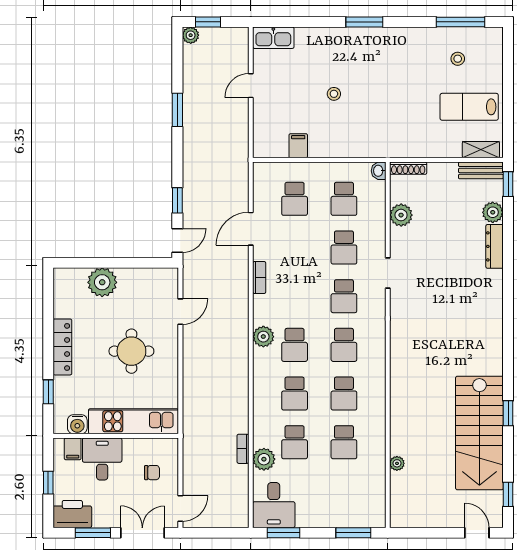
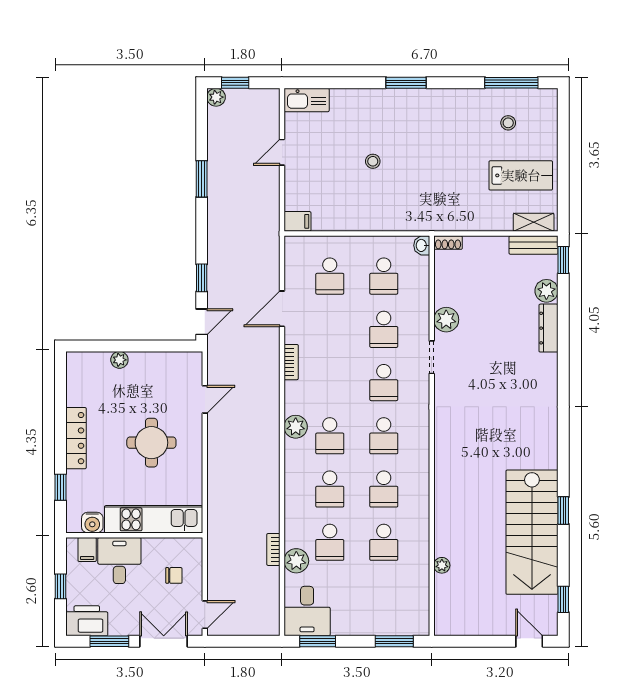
lab bench: (469, 107) -> (521, 175), turned 180
filing cabinet: (298, 146) -> (297, 221), moved, turned 90
shoe rack: (408, 168) -> (448, 243), width x0.70
plant: (401, 215) -> (446, 320), moved
plant: (102, 282) -> (119, 360), width x0.53, depth x0.53

